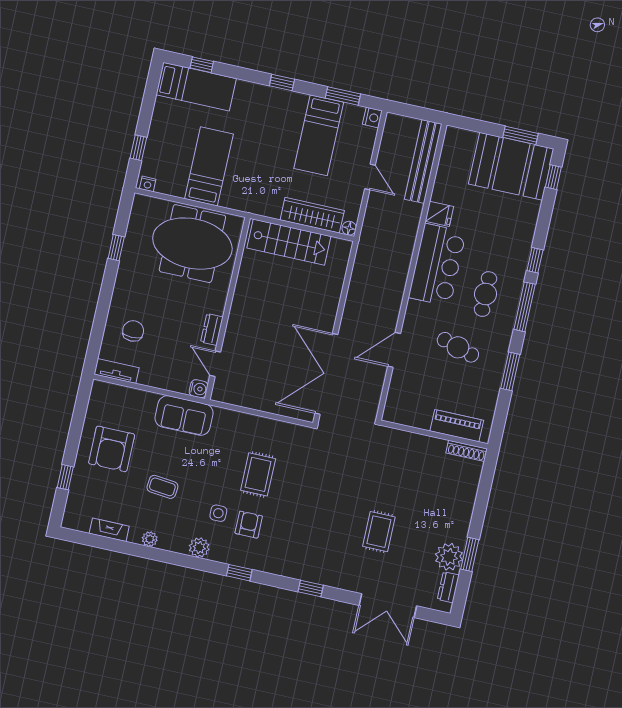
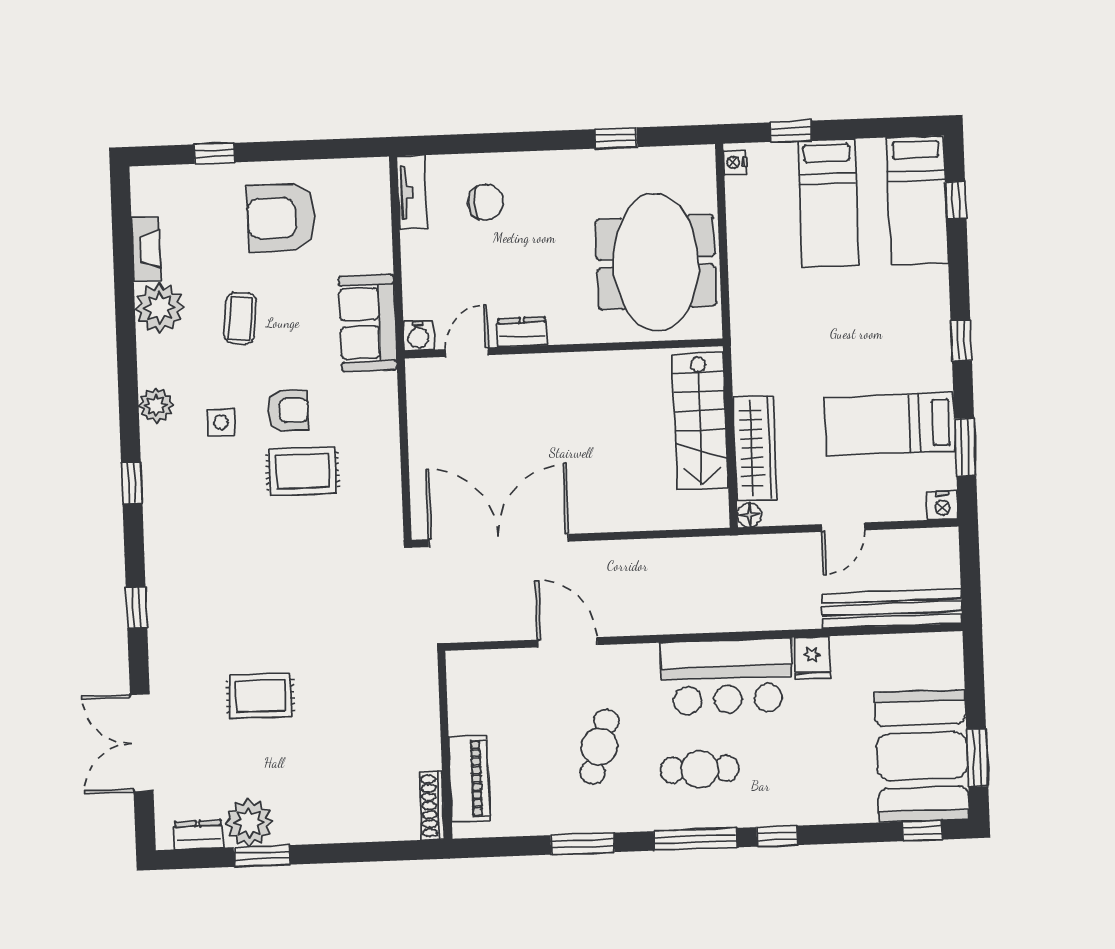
bed: (209, 166) -> (828, 203), moved, turned 90
armchair: (249, 525) -> (288, 410), moved
plant: (150, 539) -> (160, 308), width x1.88, depth x1.88

